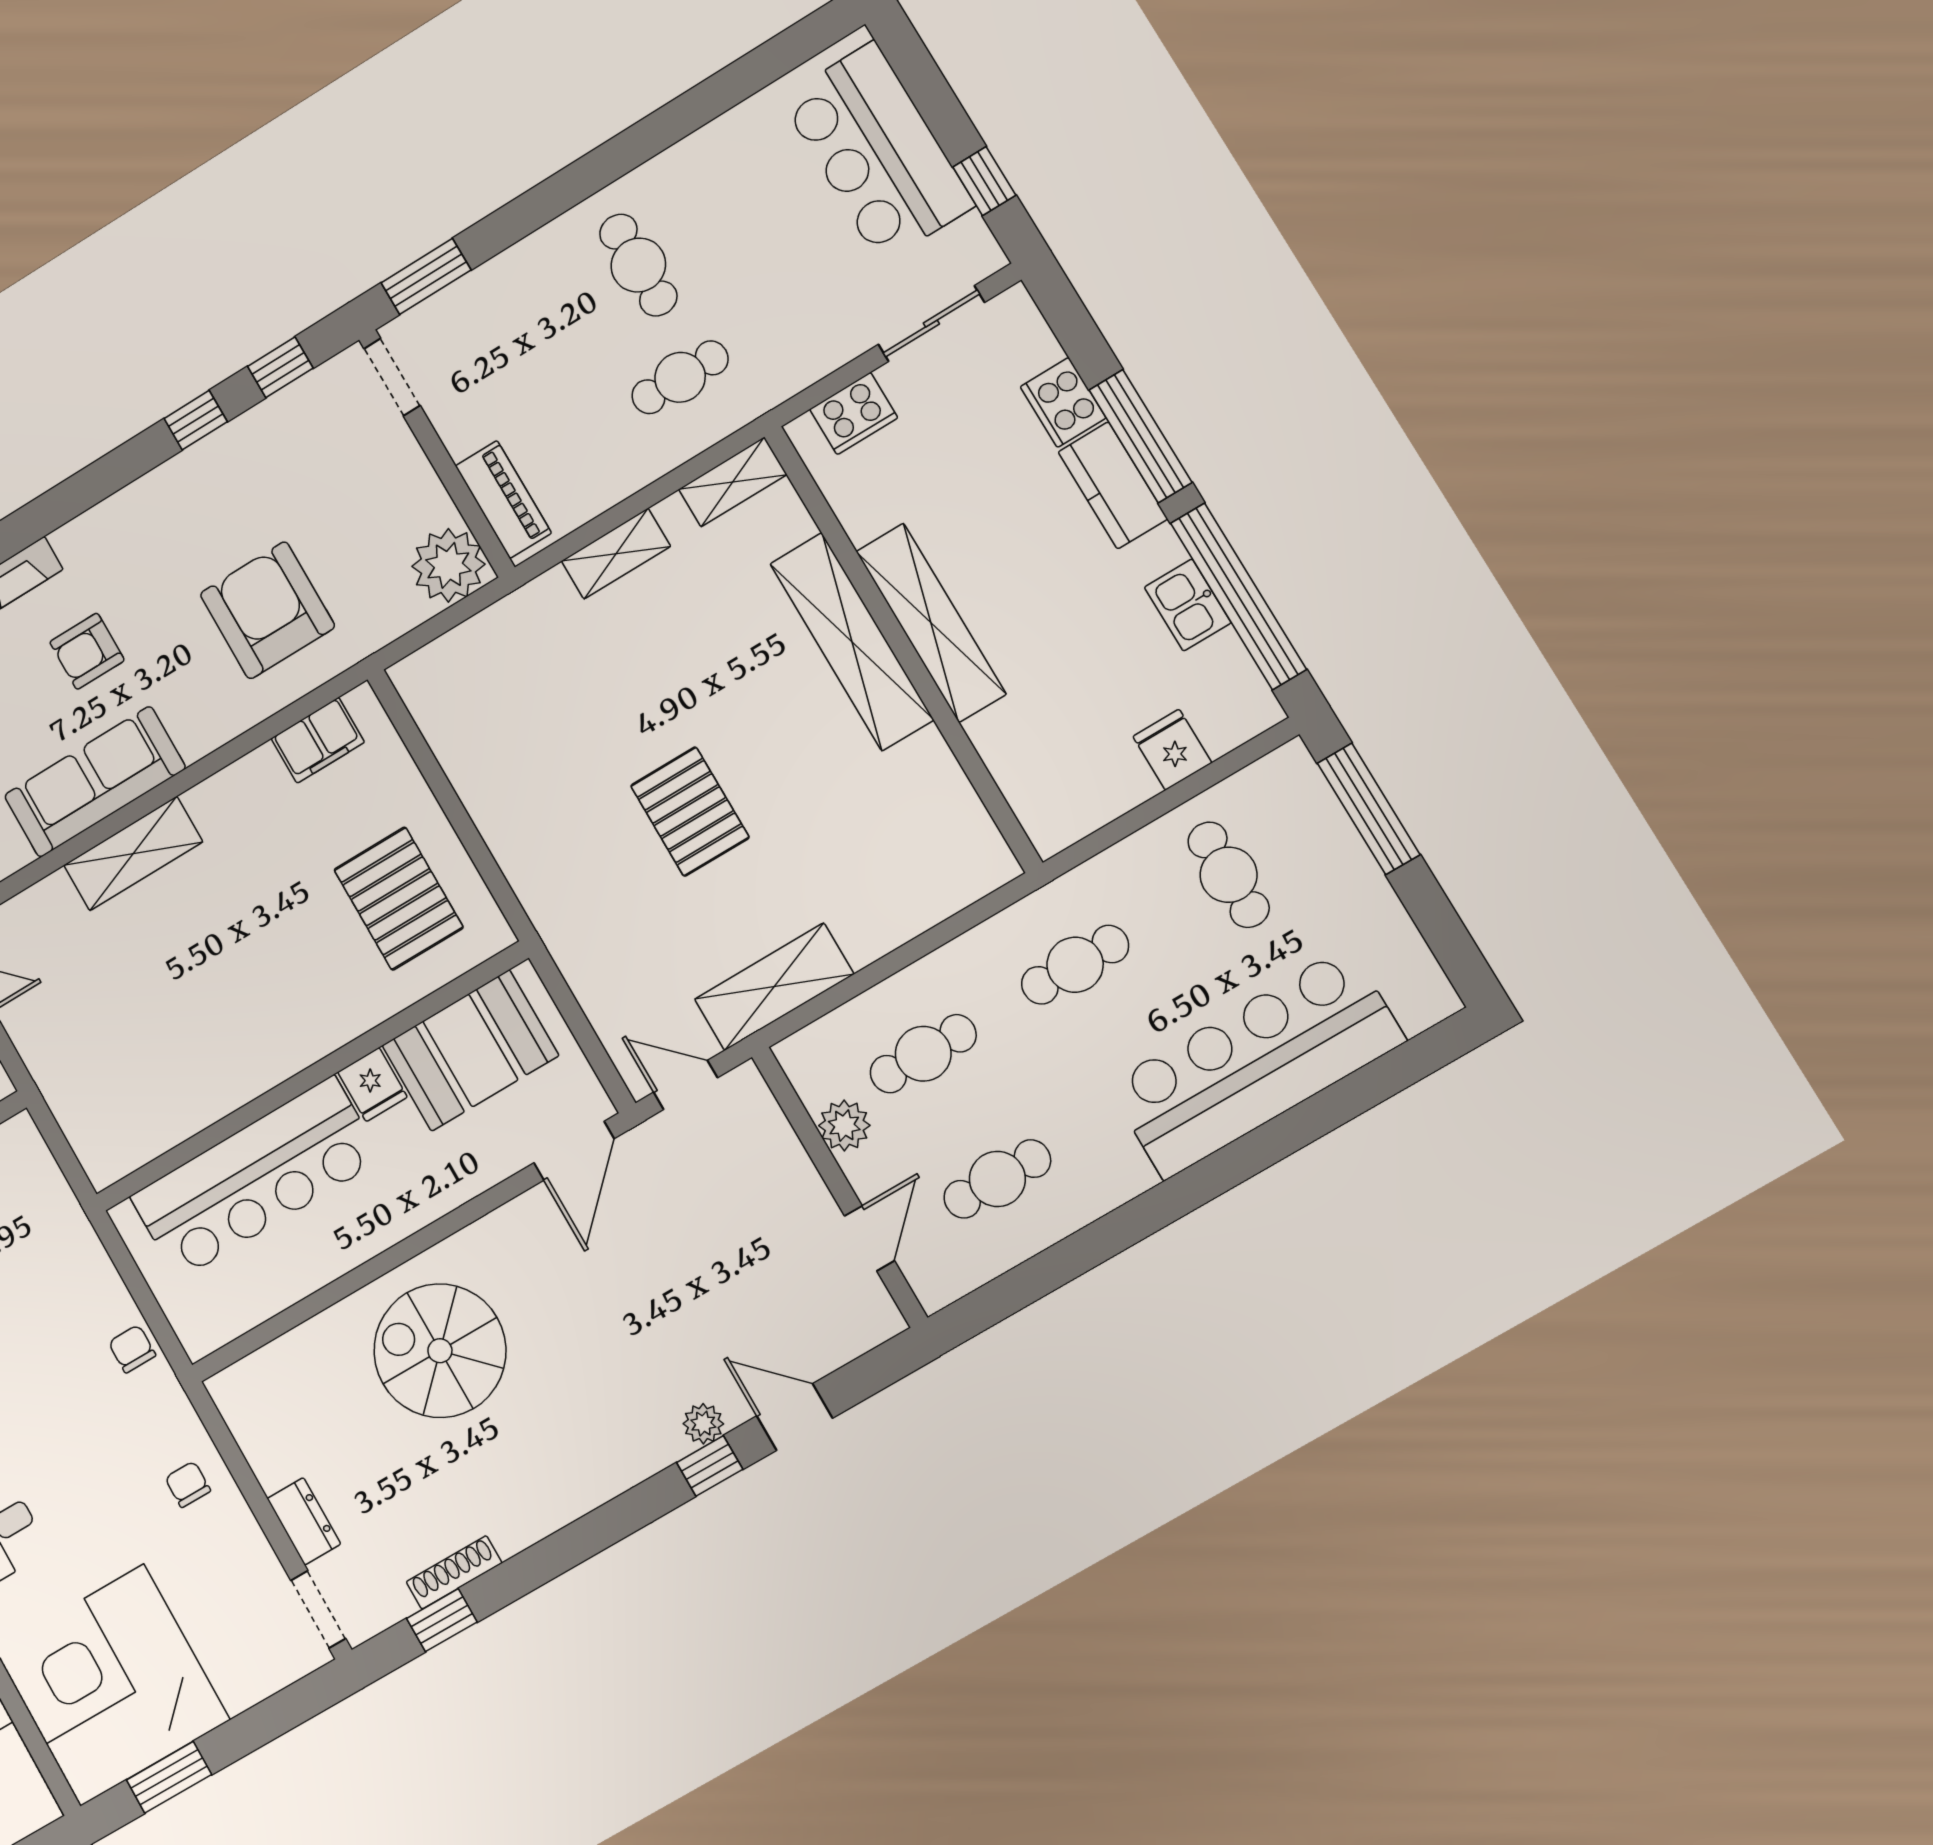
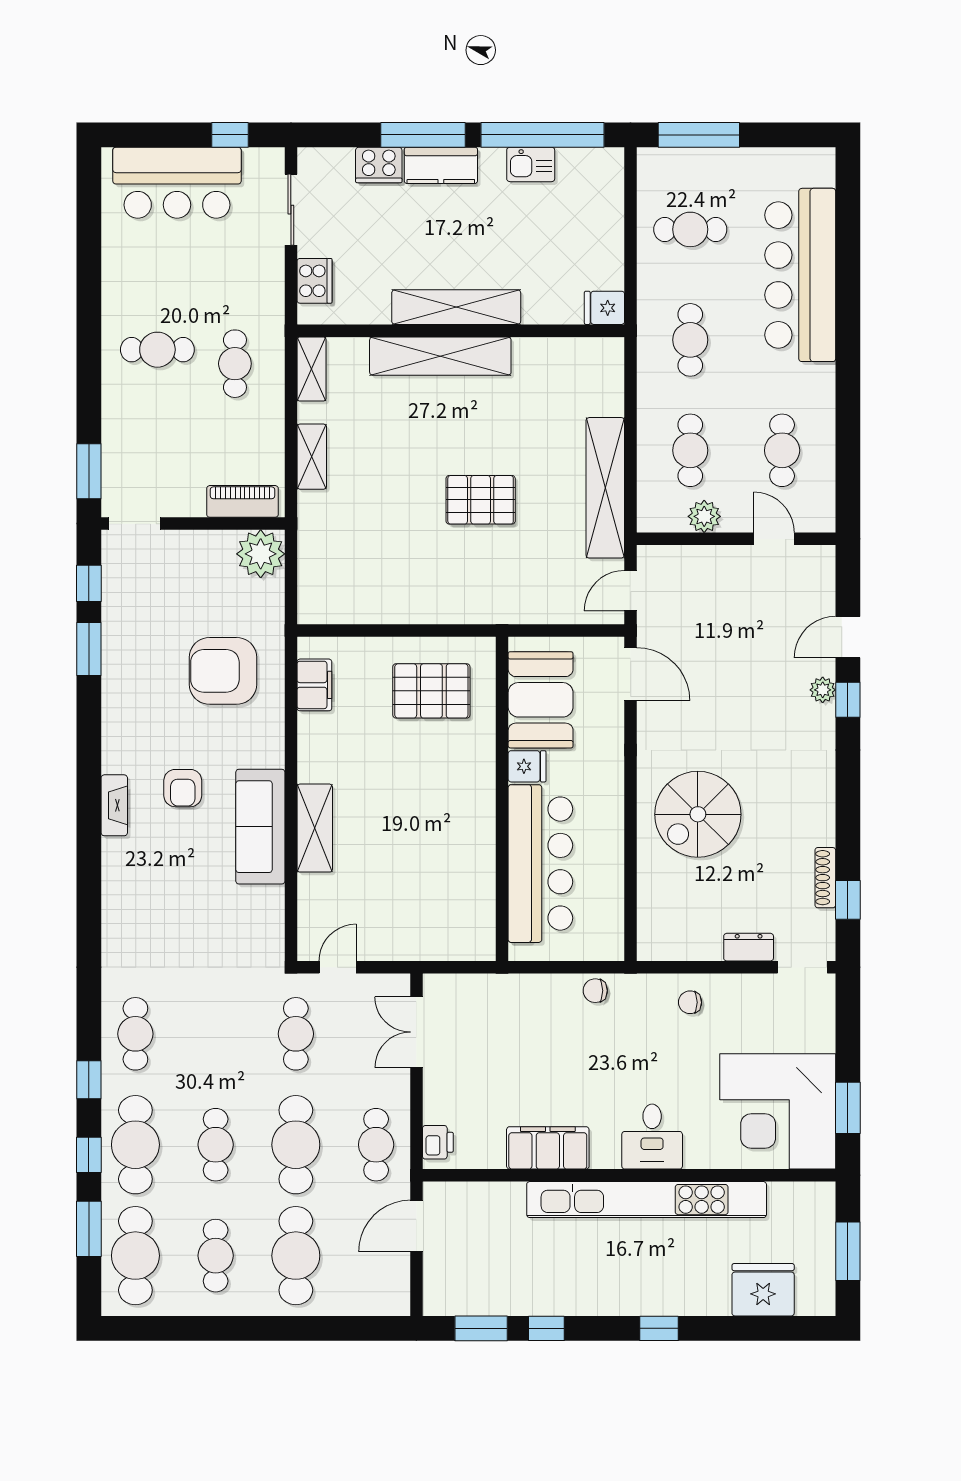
window: (196, 420) -> (89, 649), width x1.50
fridge: (1172, 750) -> (604, 308), moved
shelving: (774, 987) -> (605, 488), width x1.47

